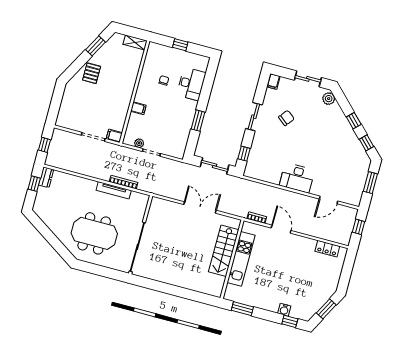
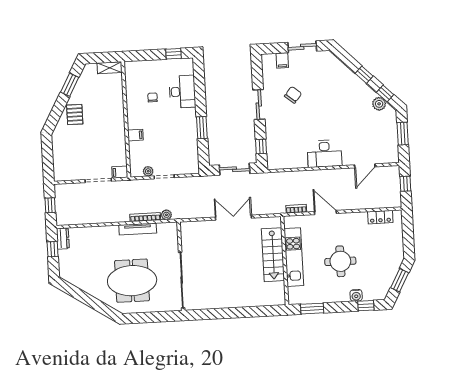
window: (180, 45) -> (174, 54), moved
filing cabinet: (273, 82) -> (282, 60), moved
plant: (329, 99) -> (379, 104), moved
plant: (143, 186) -> (166, 215), added
round table: (280, 276) -> (340, 261), added

